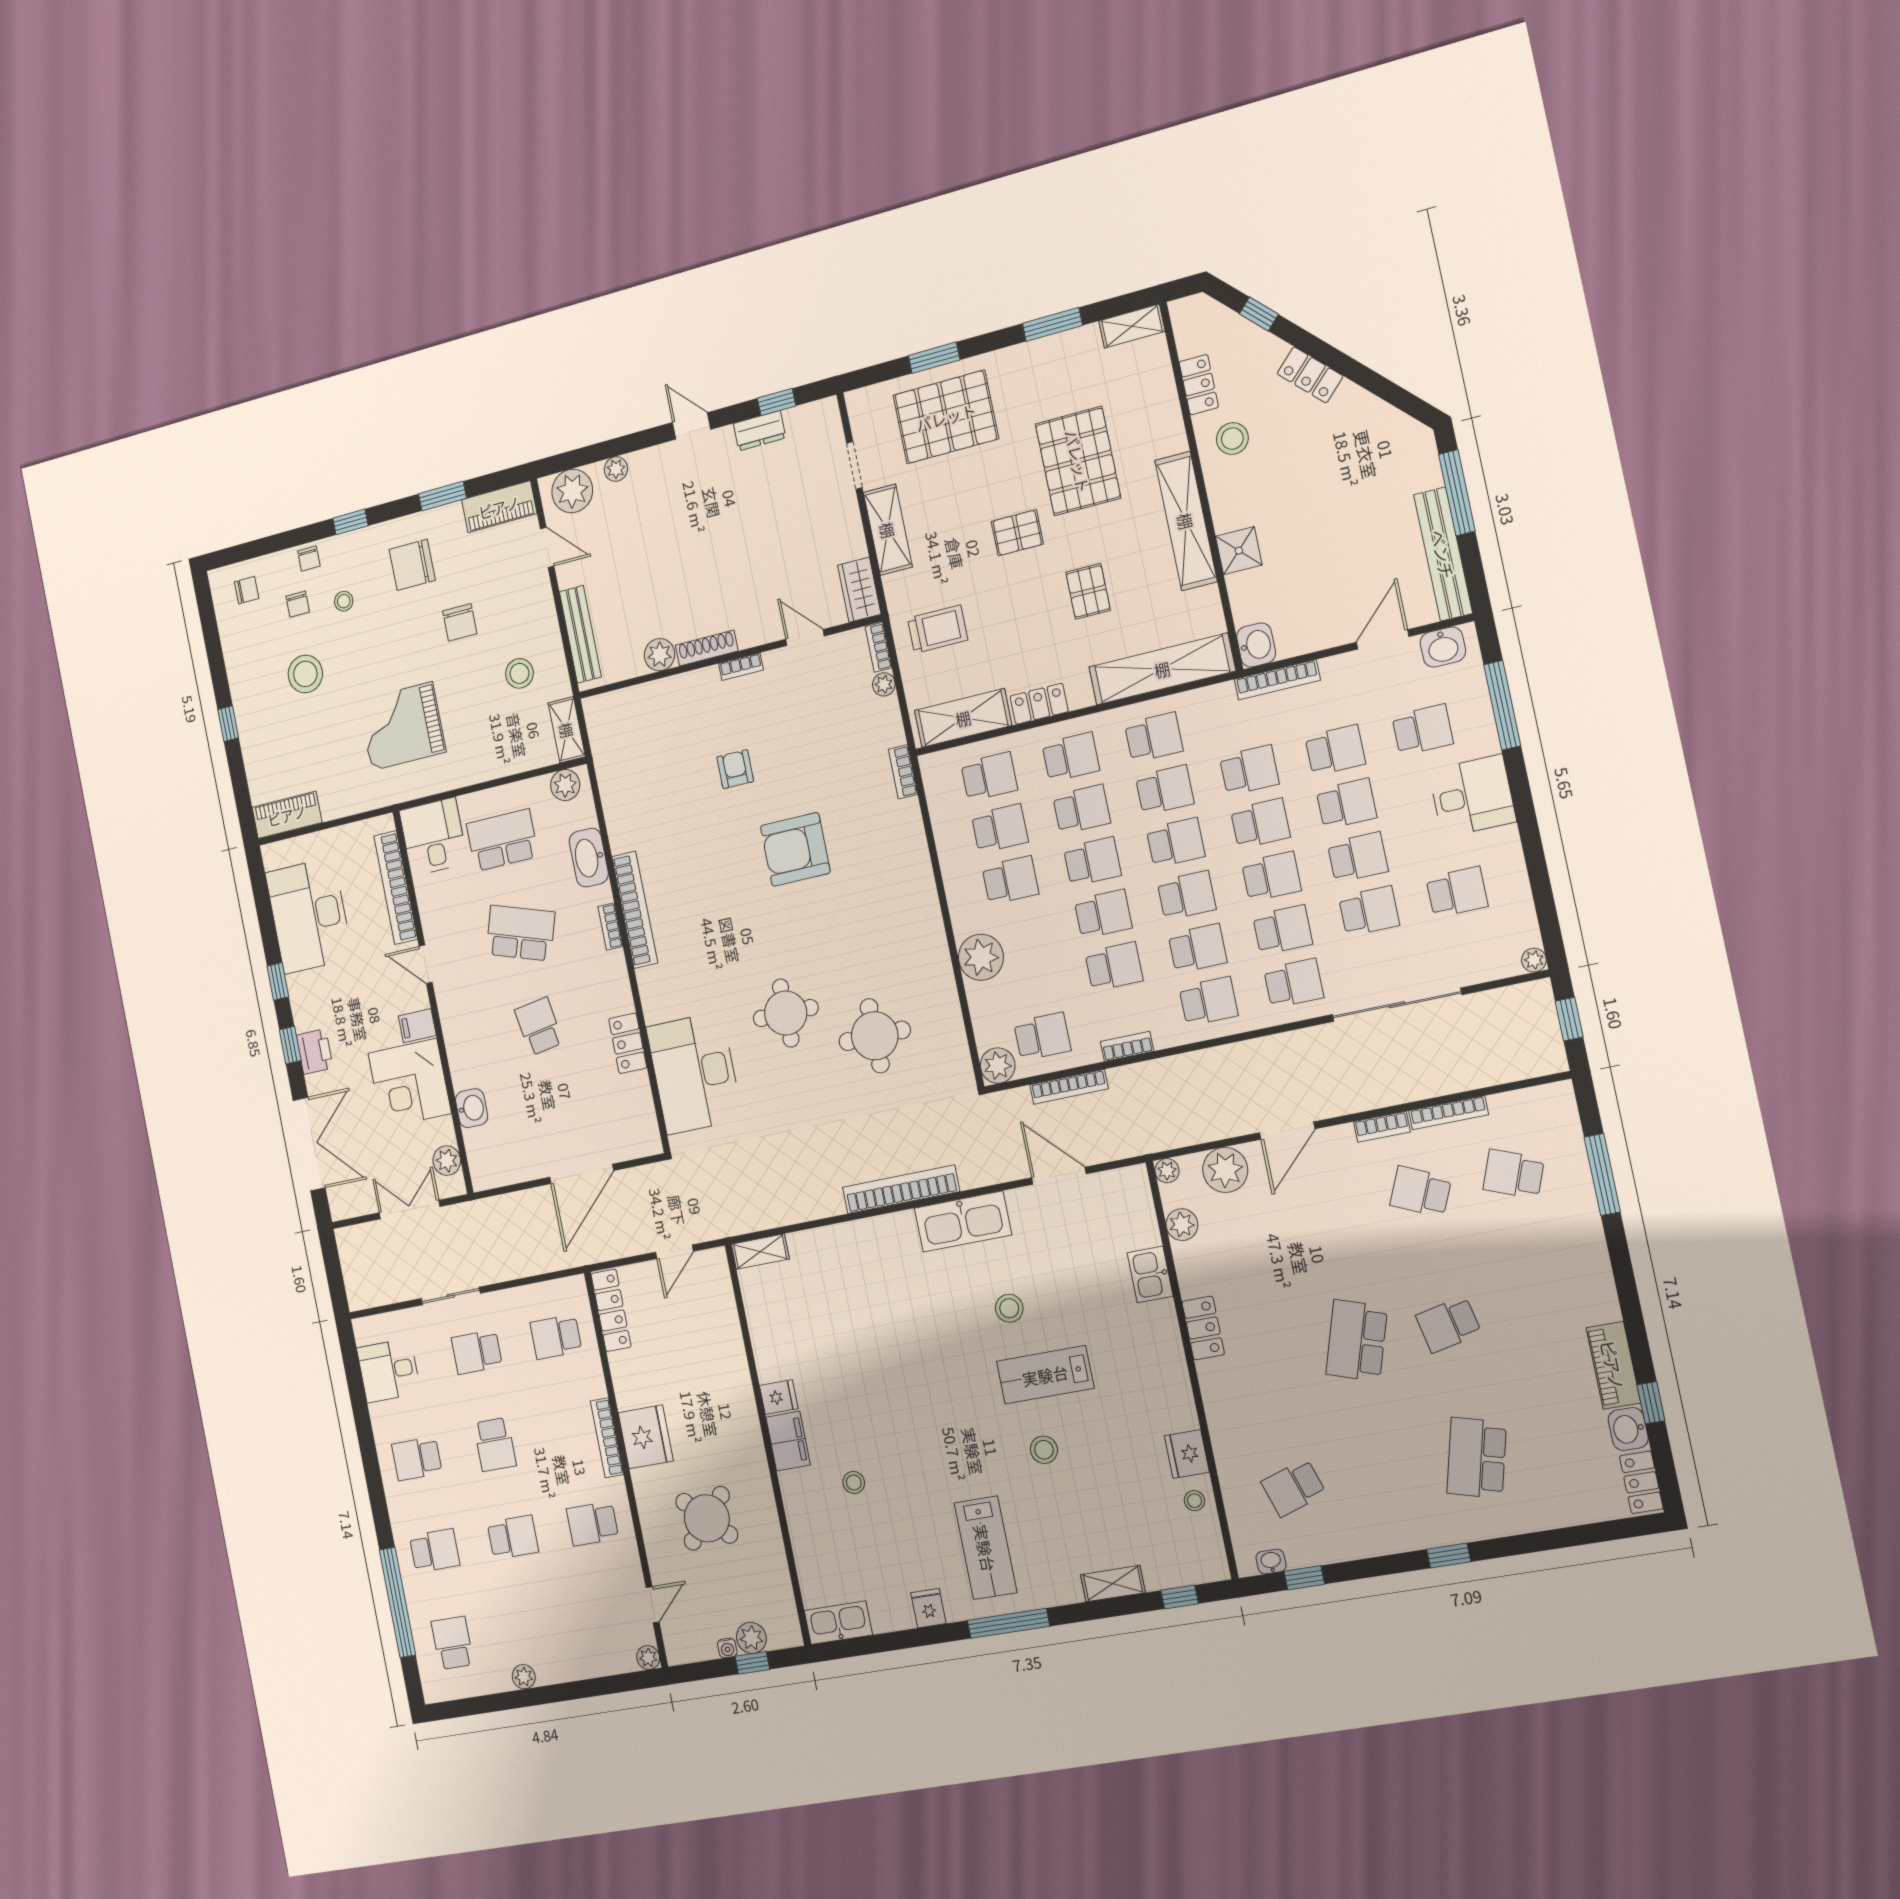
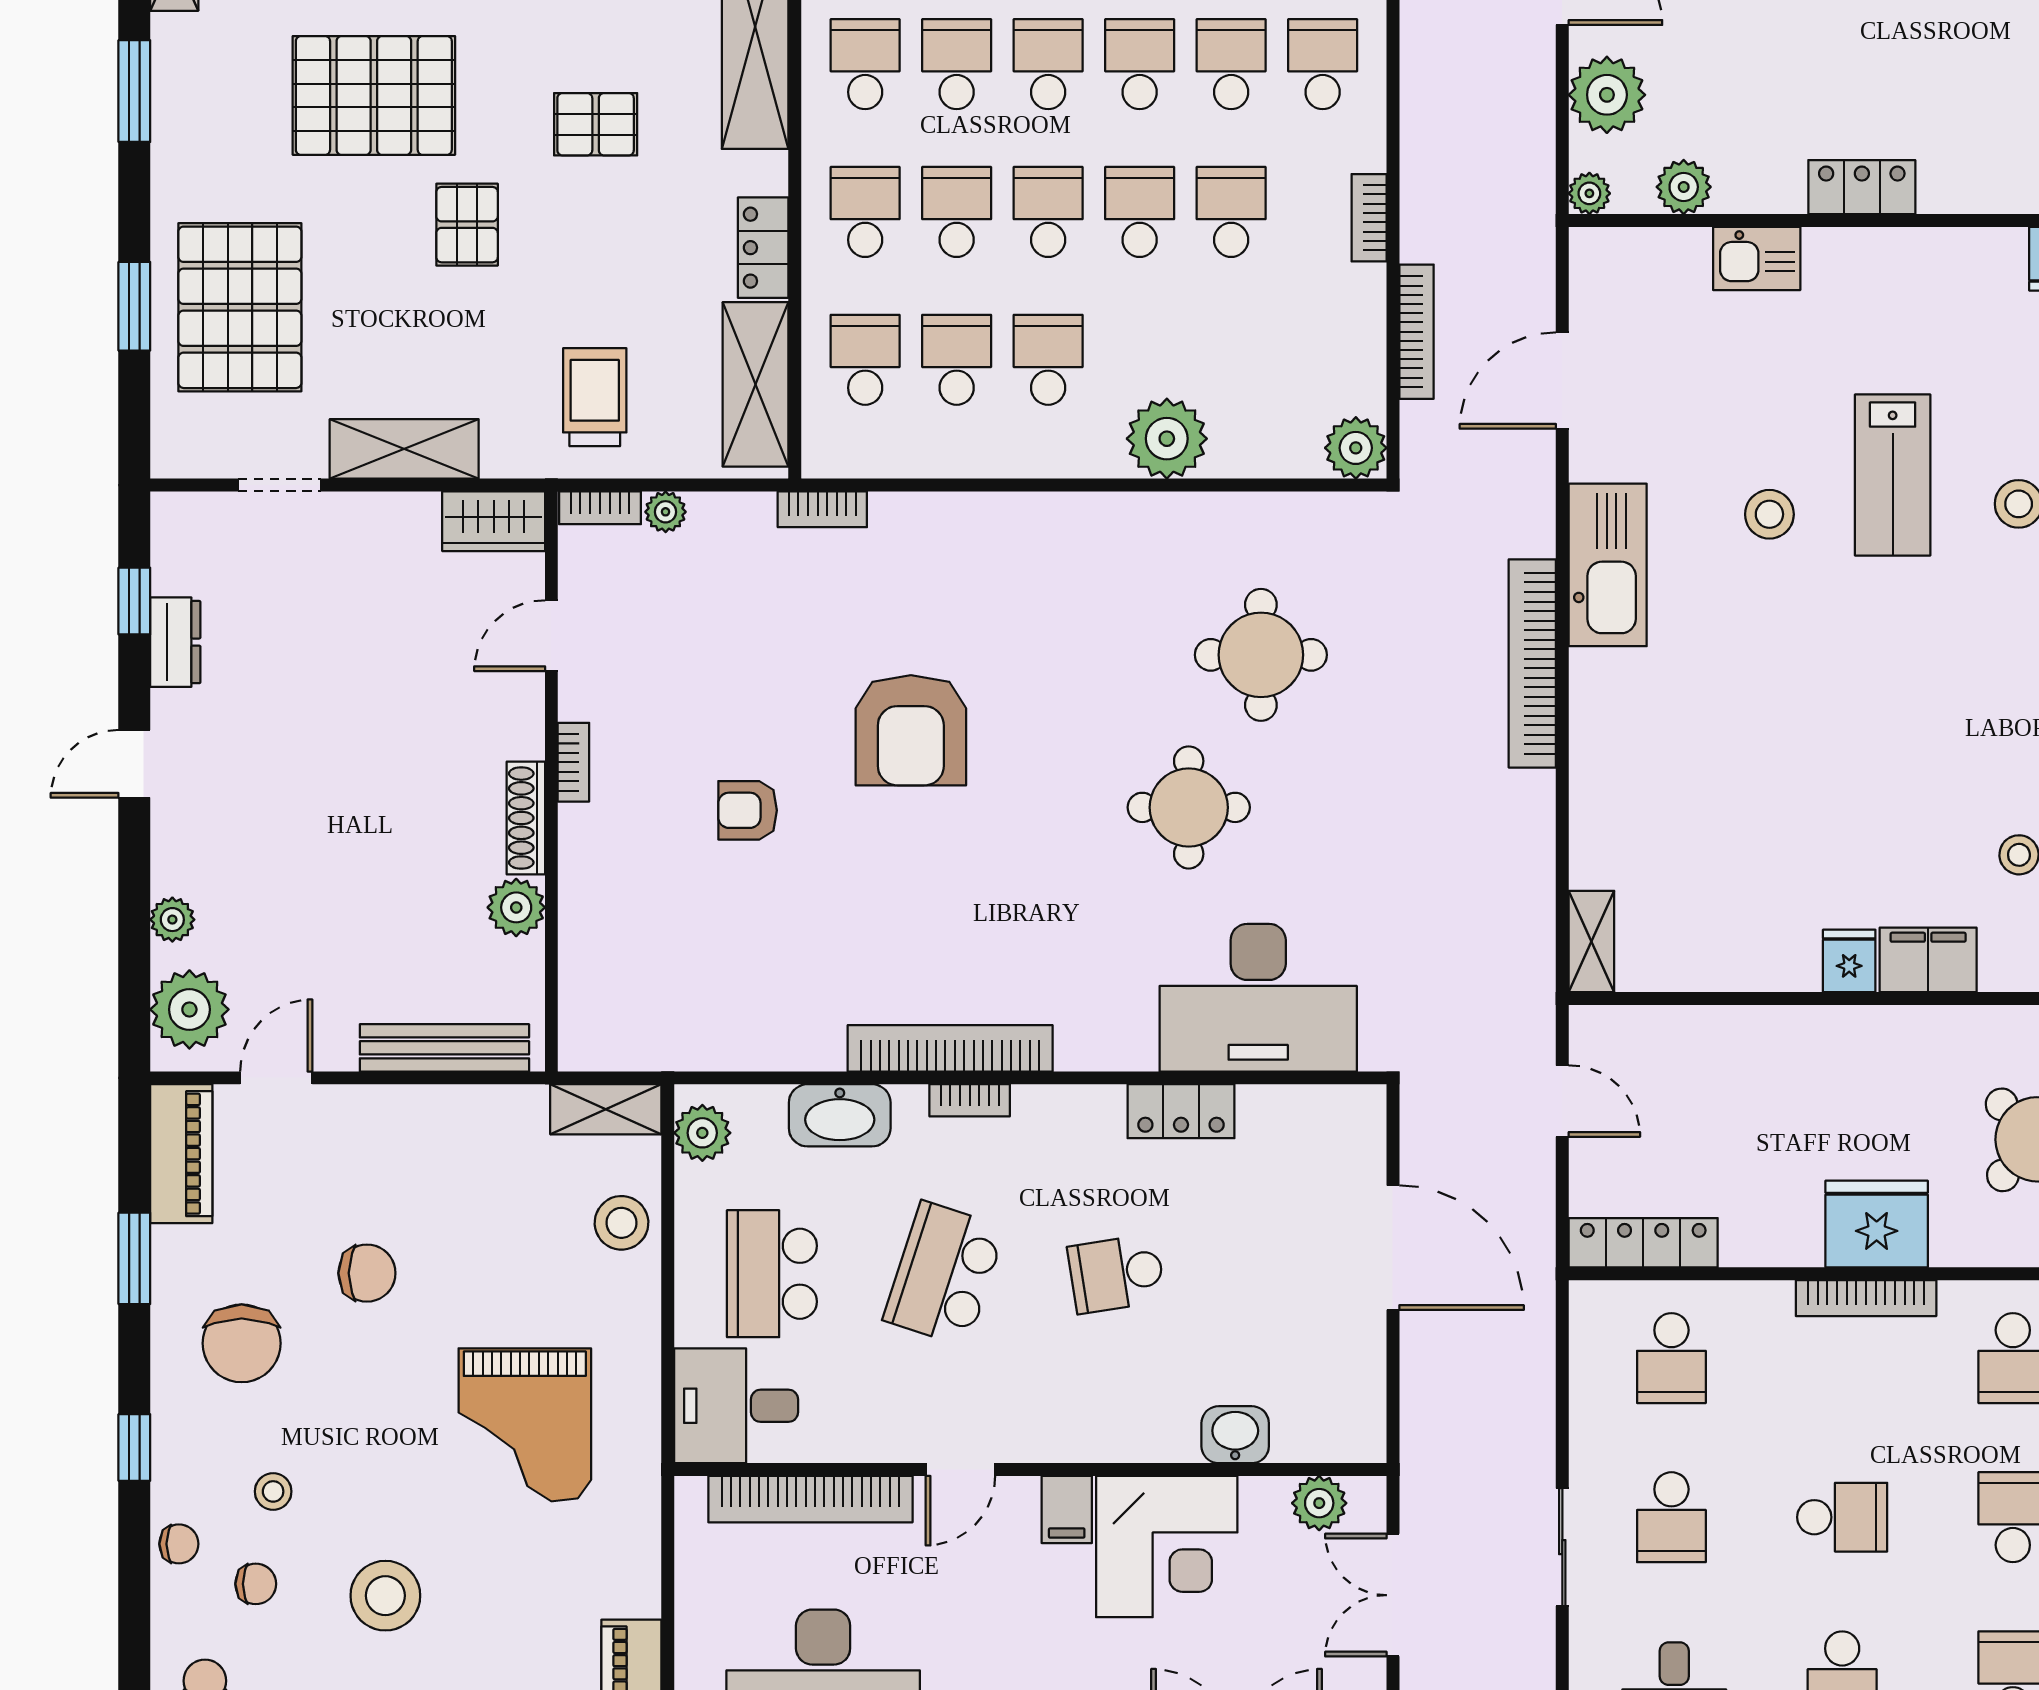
stool: (519, 673) -> (622, 1223), moved
school desk: (1042, 1036) -> (1323, 360), removed

